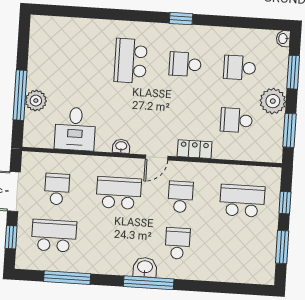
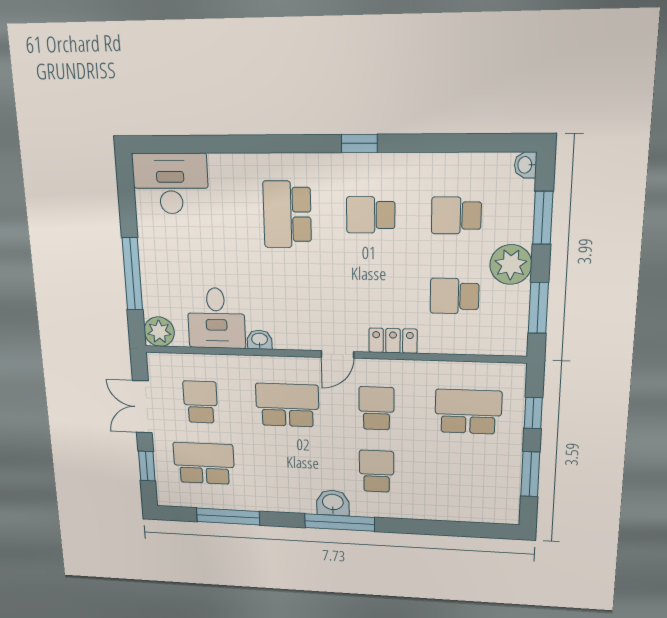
desk: (55, 36) -> (170, 184), added
plant: (36, 101) -> (159, 332), moved
washbasin: (121, 146) -> (260, 340), moved

